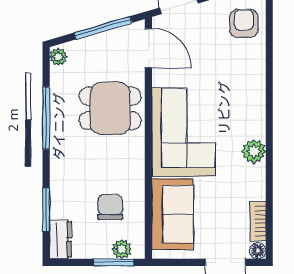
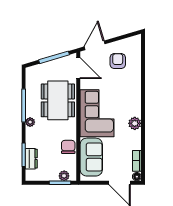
armchair: (244, 23) -> (118, 61), moved
plant: (58, 57) -> (30, 122), moved
dining table: (110, 108) -> (58, 100), width x1.38
chair: (110, 207) -> (68, 147), moved
dresser: (61, 239) -> (31, 159), moved

